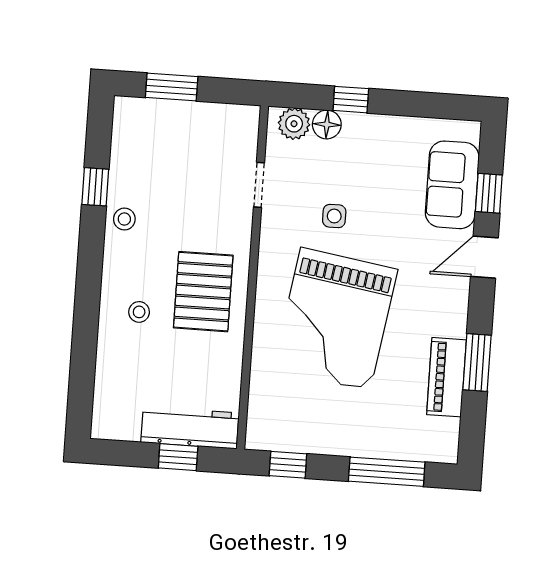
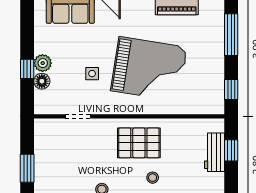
plant: (294, 124) -> (43, 63), moved
workbench: (190, 428) -> (215, 152), width x0.73

